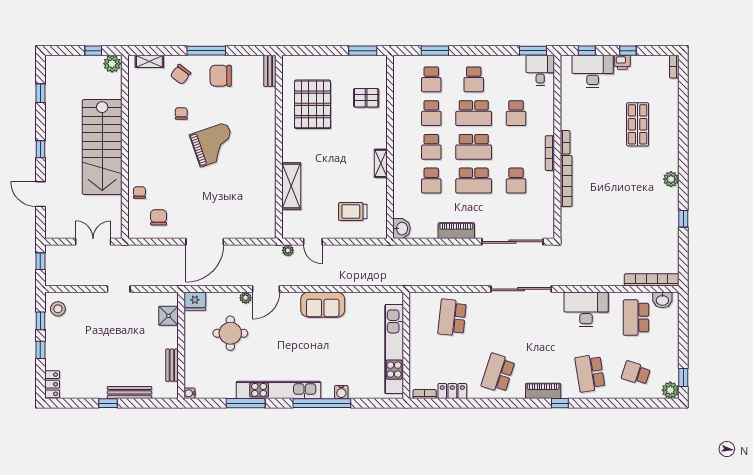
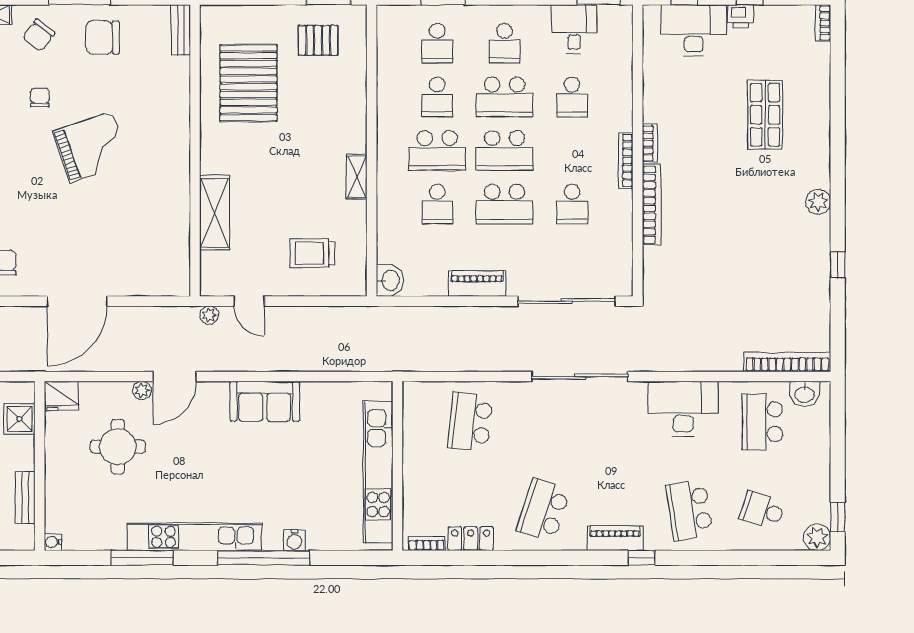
desk: (540, 70) -> (574, 29), moved
pallet: (366, 98) -> (318, 40), moved
school desk: (431, 147) -> (437, 151), width x1.85

